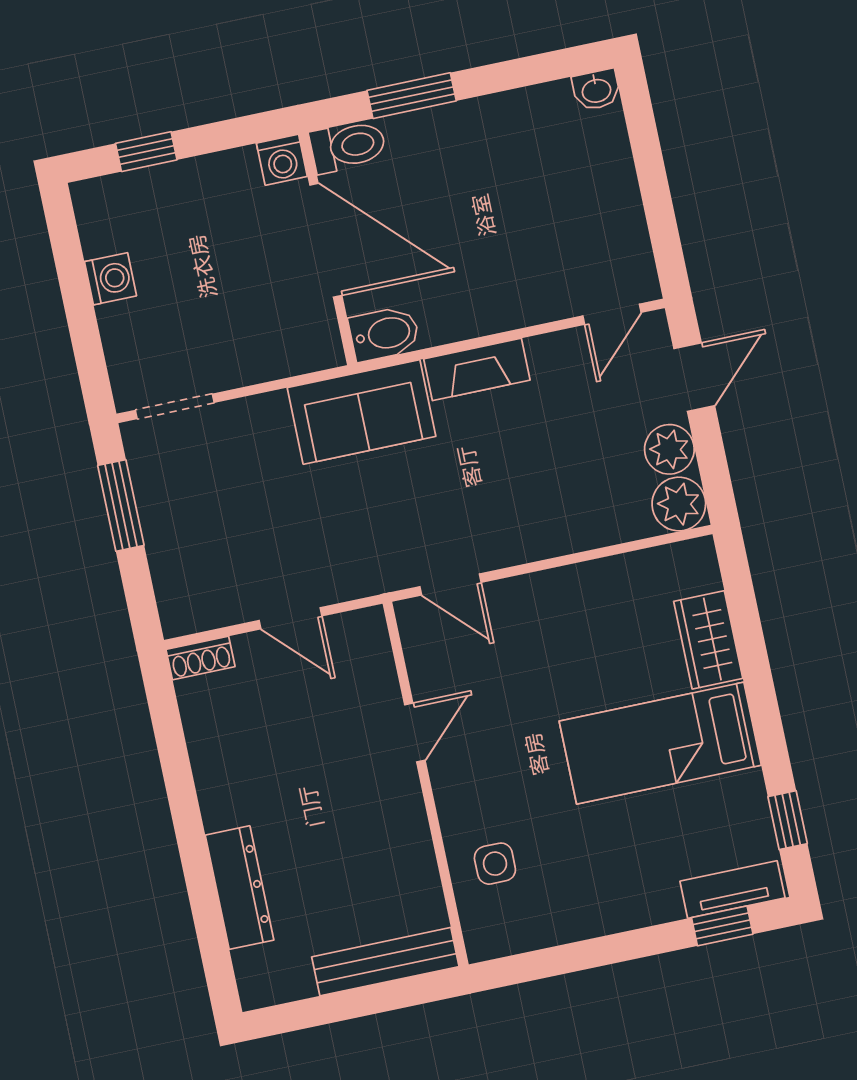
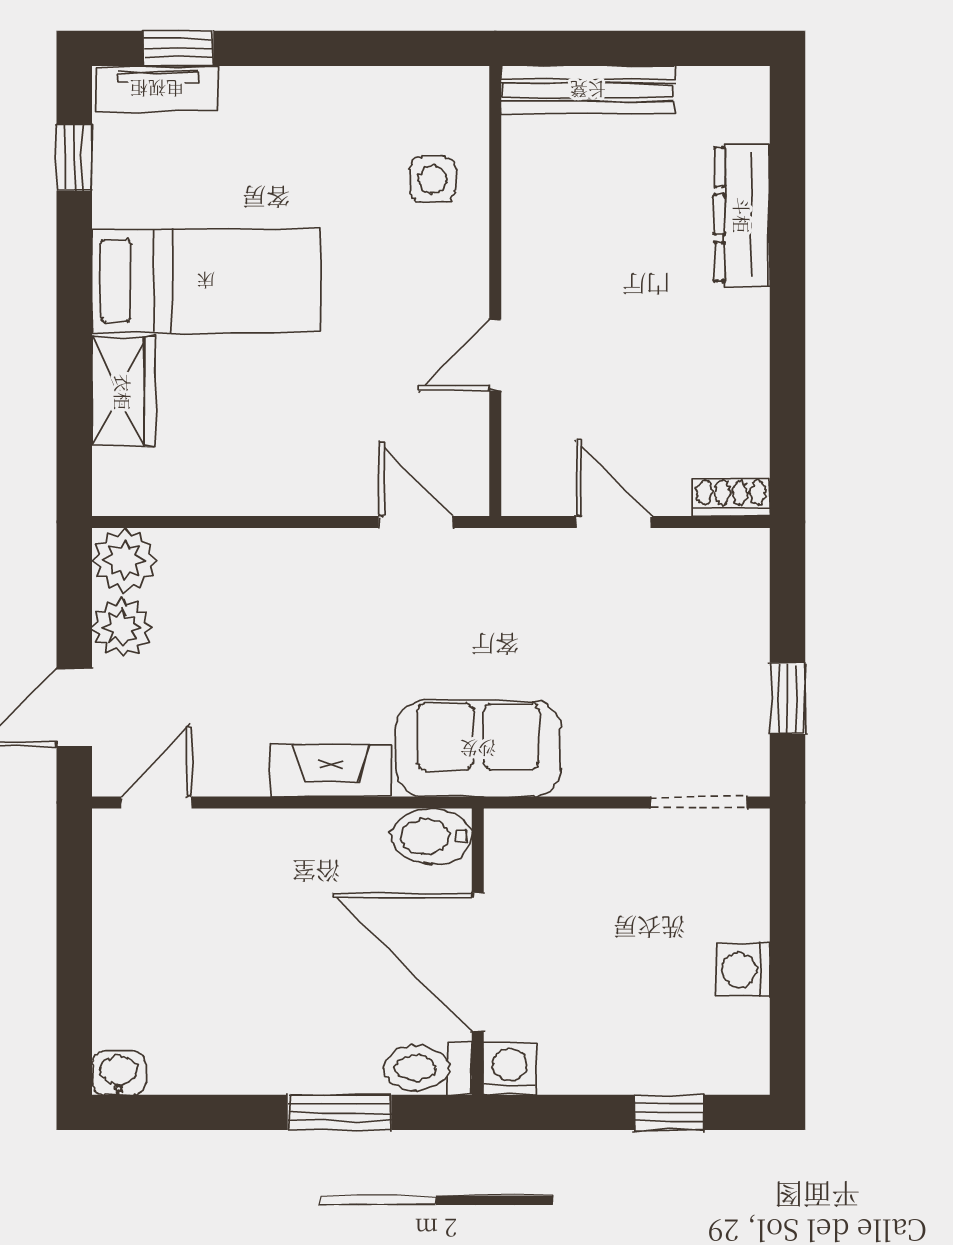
window: (121, 505) -> (788, 698), width x0.67

